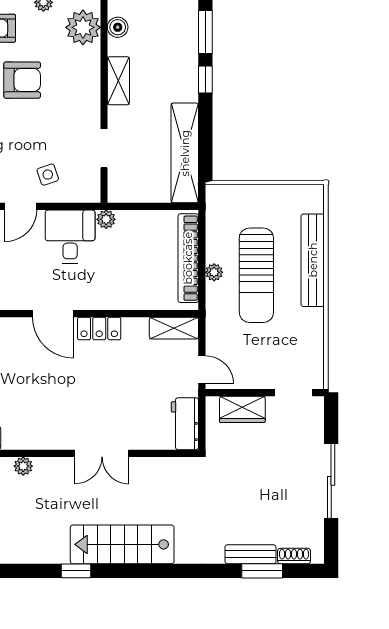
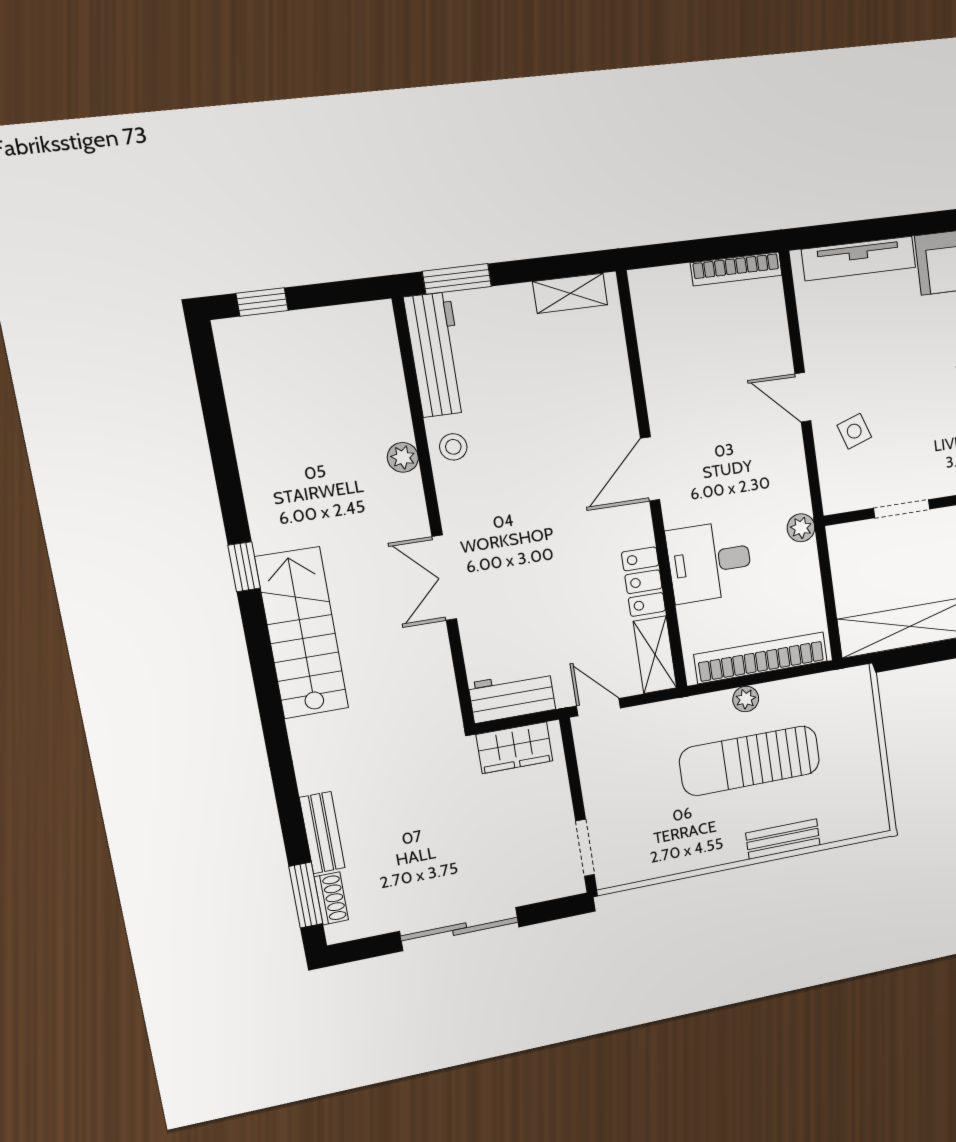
desk: (70, 237) -> (710, 562), moved, turned 180
bench: (313, 260) -> (783, 839), width x0.54, depth x0.82
locker: (99, 329) -> (643, 582), moved
door: (202, 370) -> (599, 707), swing flipped
wardrobe: (242, 409) -> (514, 748), moved, turned -90
stool: (21, 435) -> (453, 447), added
window: (262, 571) -> (306, 895), moved

